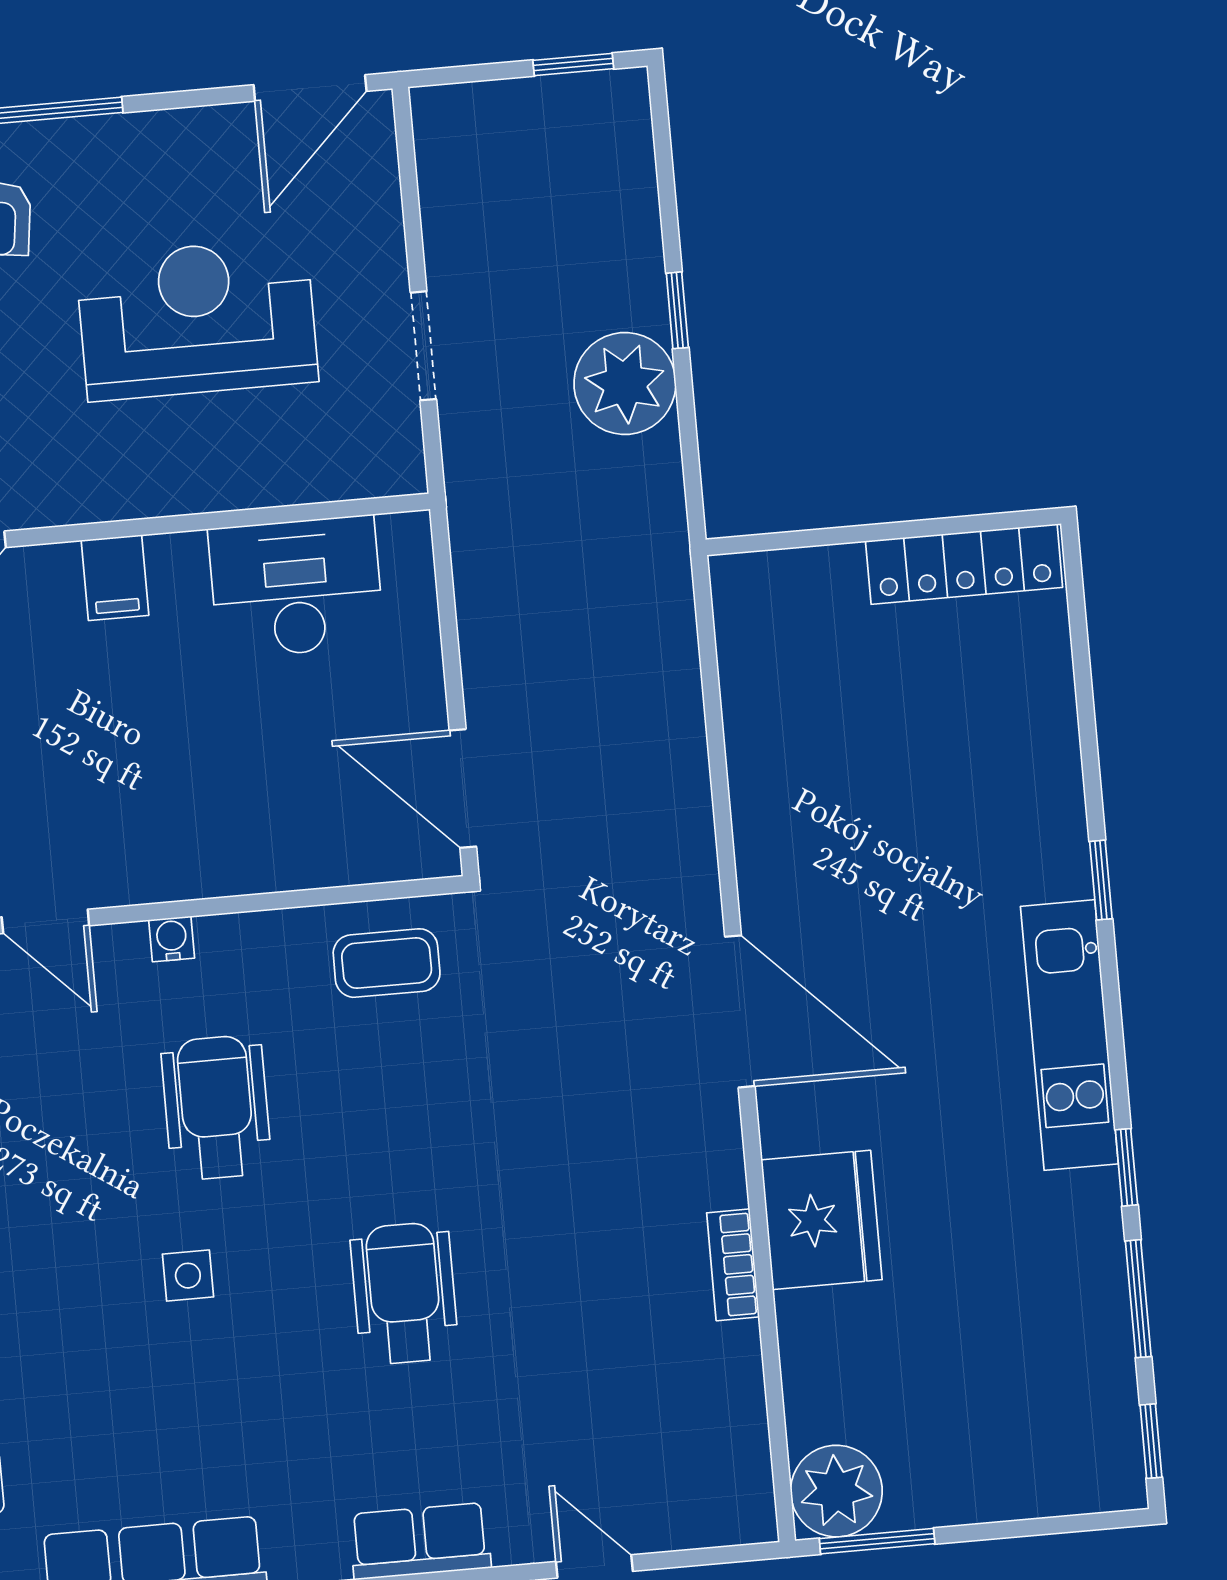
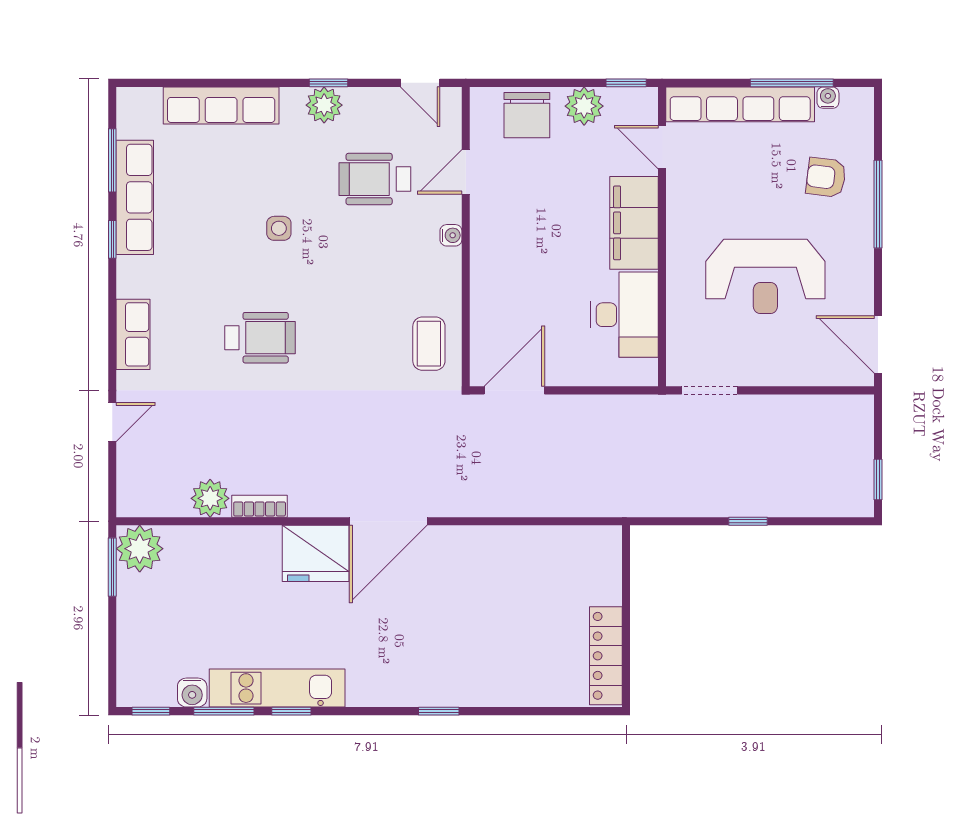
reception desk: (197, 319) -> (765, 276), turned 90
doorway: (423, 346) -> (710, 390), moved
plant: (625, 383) -> (210, 498), moved, width x0.73, depth x0.73
filing cabinet: (115, 578) -> (634, 223), width x3.00, depth x1.17
kitchen unit: (1069, 1035) -> (277, 688), moved
wheelchair: (216, 1108) -> (375, 179), moved, turned 180
fridge: (821, 1220) -> (316, 553), moved
water cooler: (1108, 1364) -> (192, 693), added

